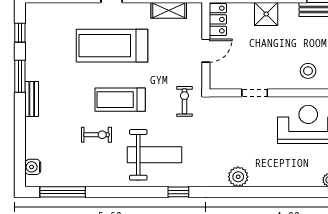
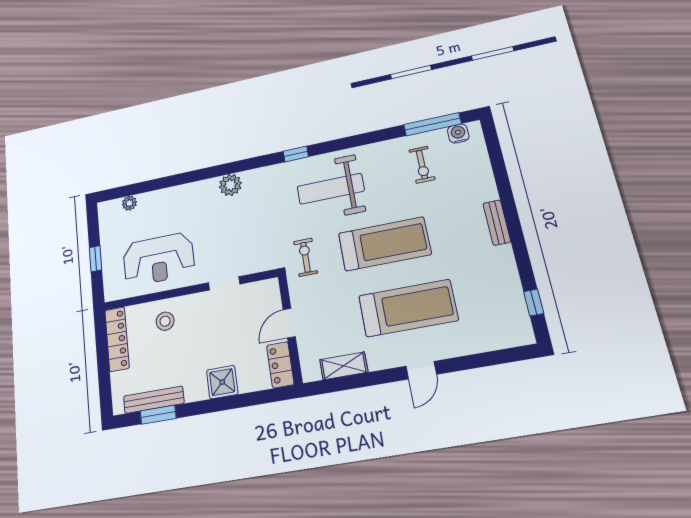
window: (20, 76) -> (519, 247), removed
treadmill: (120, 100) -> (384, 244), width x1.37, depth x1.38
exercise bike: (184, 101) -> (305, 257), turned 180
exercise bike: (96, 135) -> (422, 165), moved, turned -90
water cooler: (33, 167) -> (458, 134), moved, turned -90

